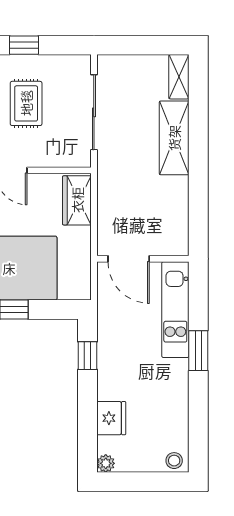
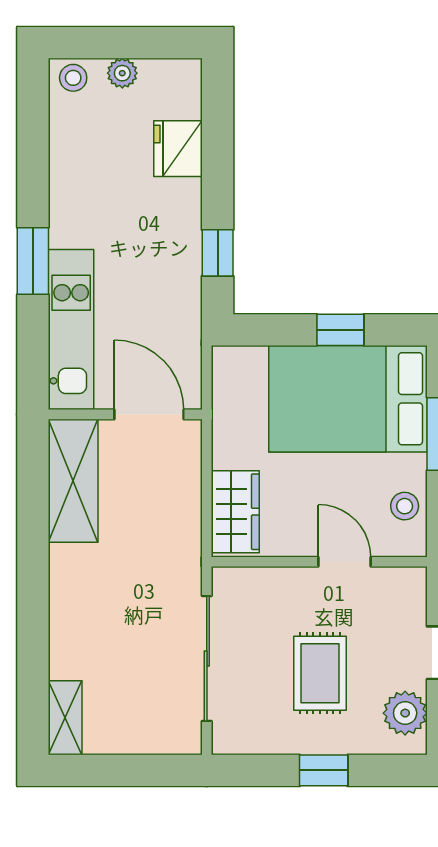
shelving: (174, 138) -> (73, 481), moved
plant: (106, 463) -> (122, 73), moved

